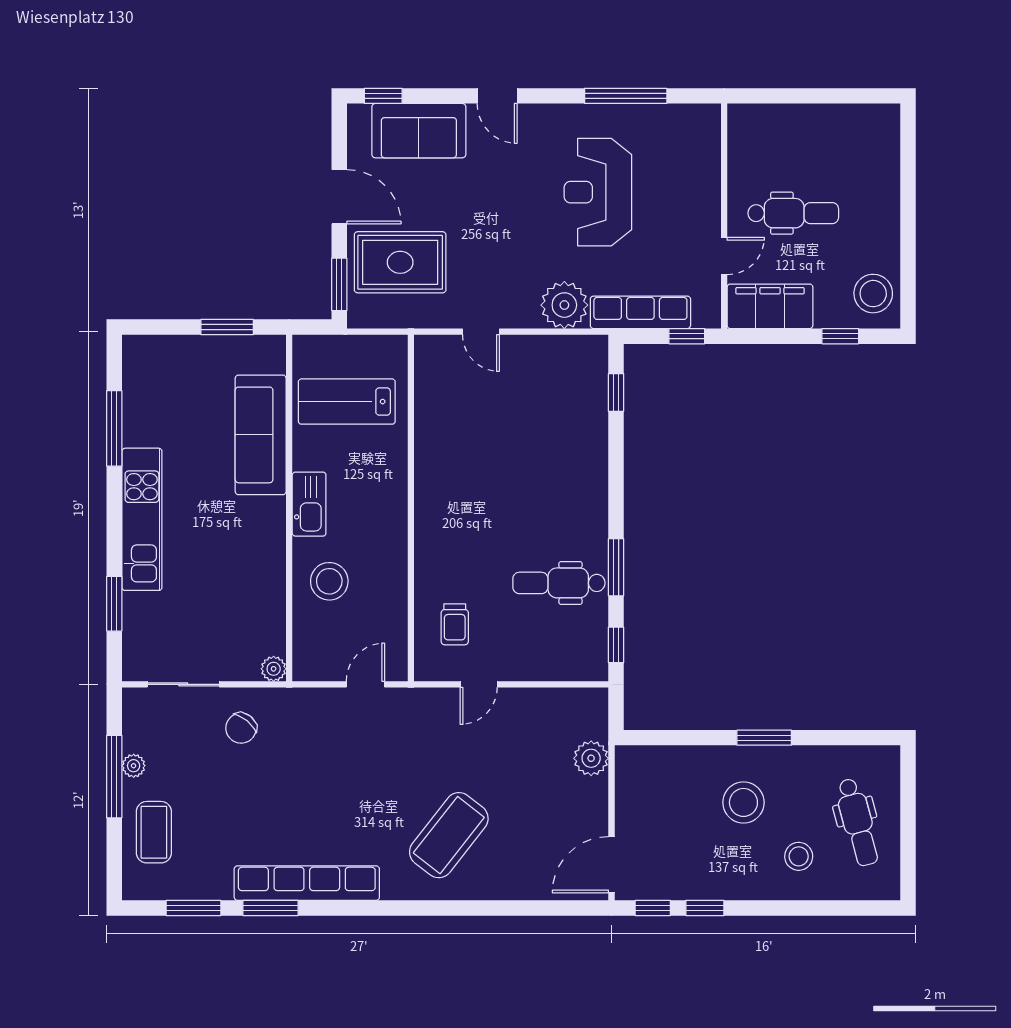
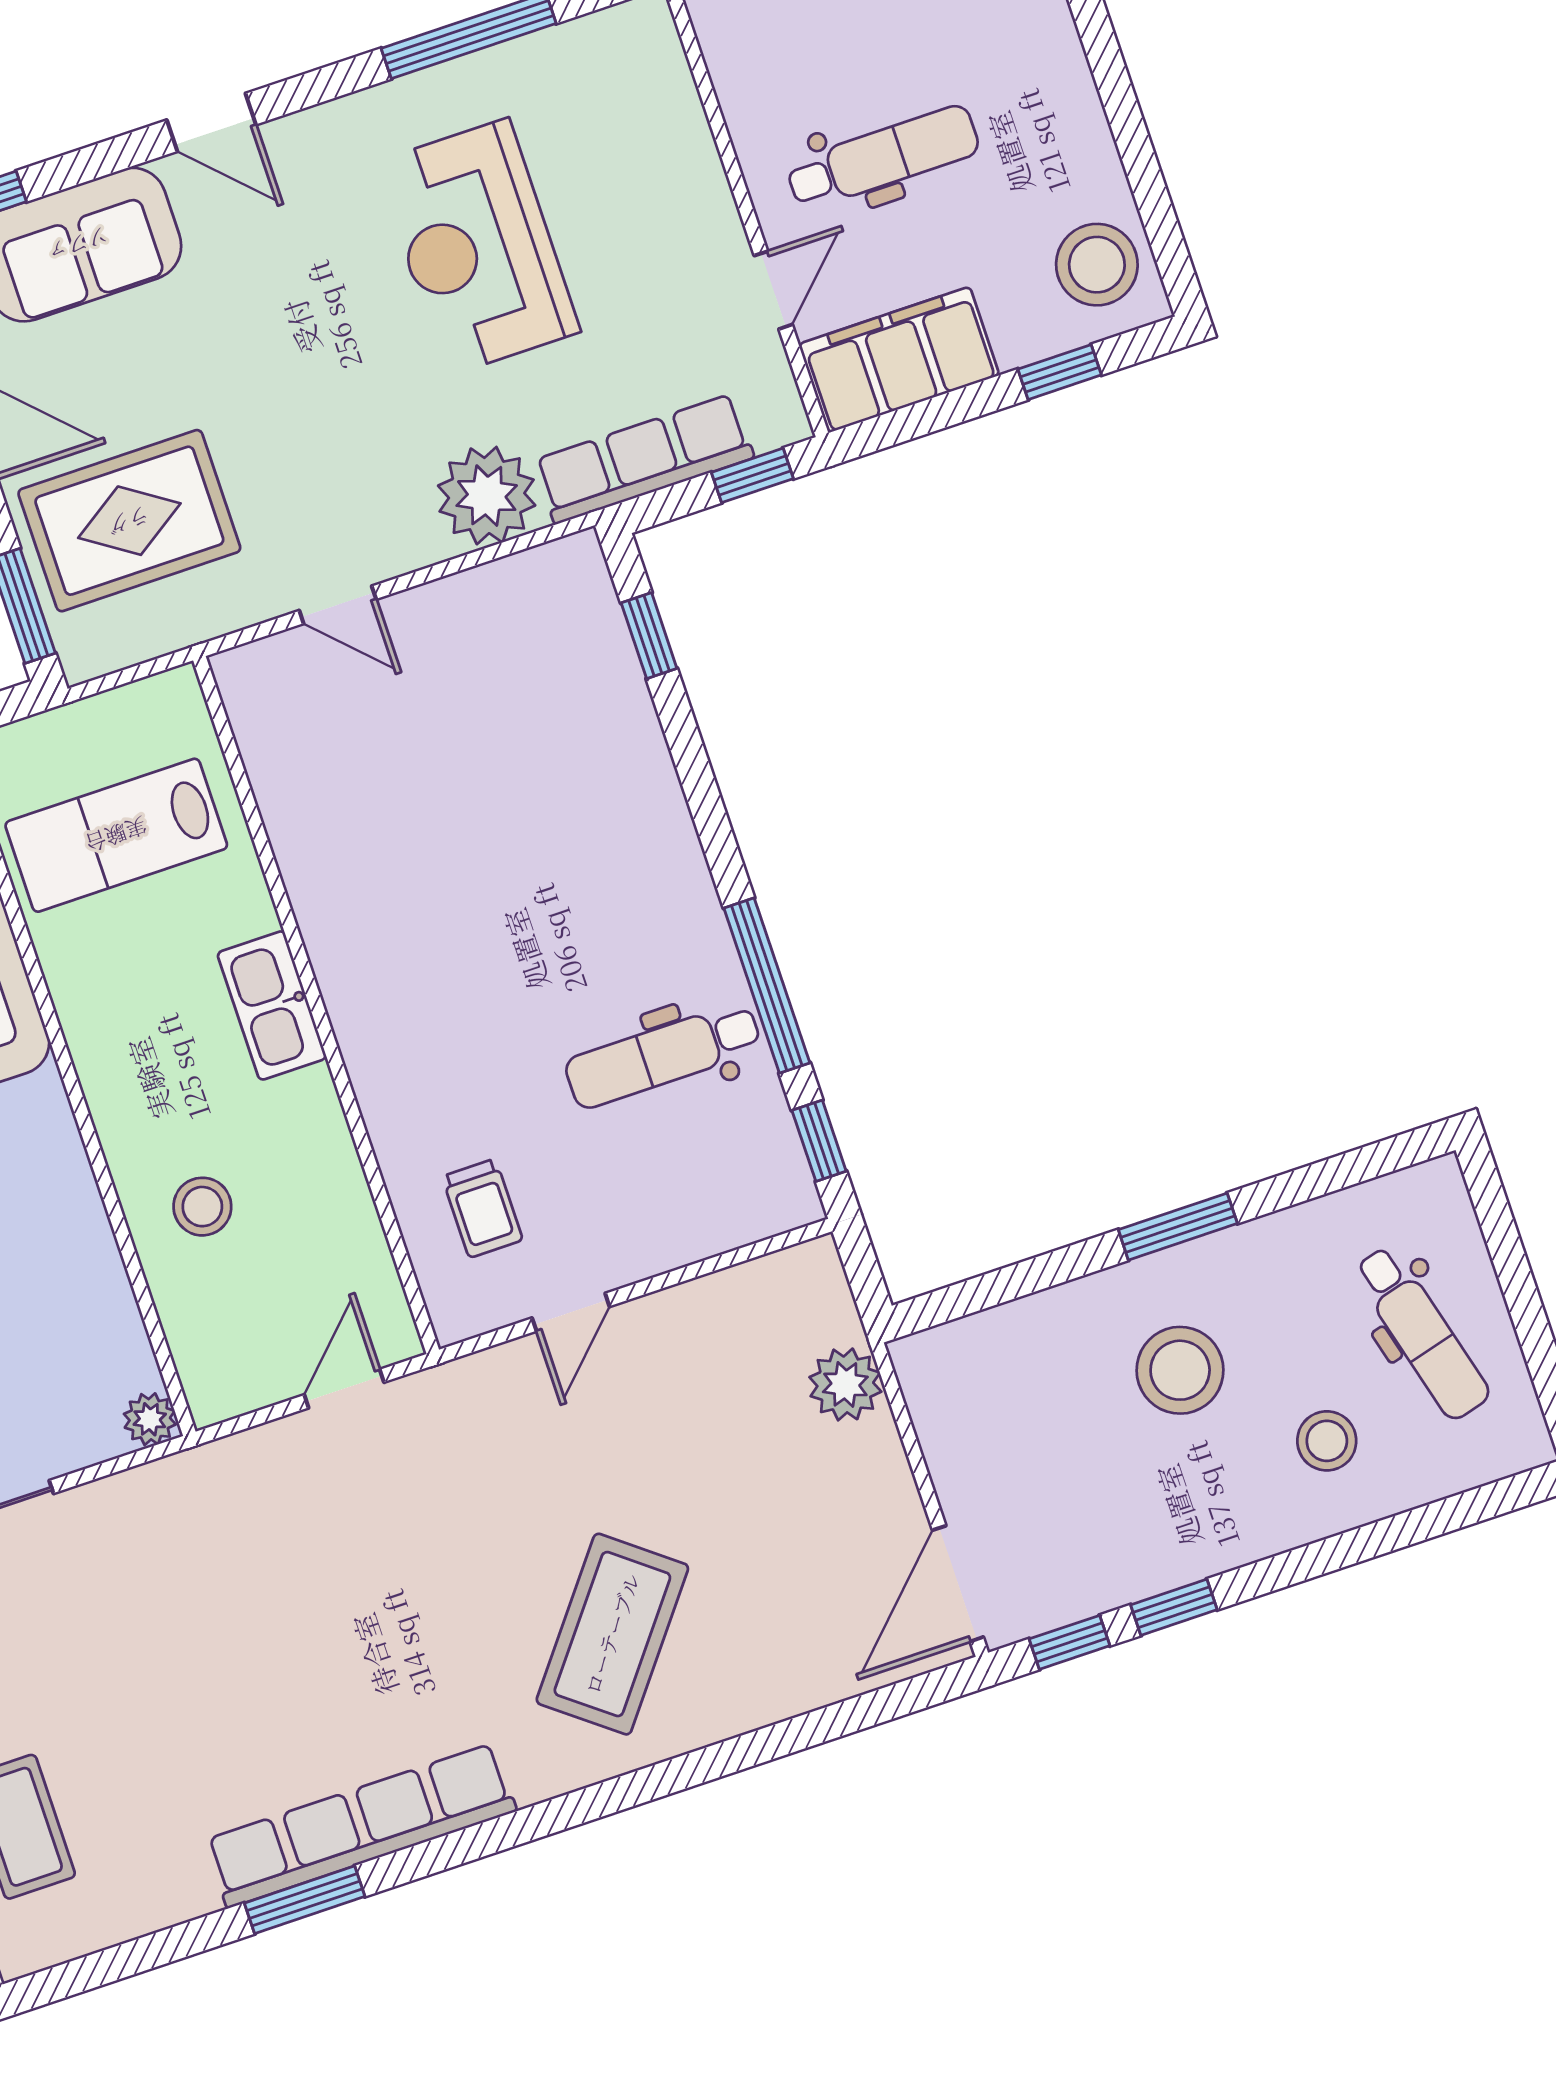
kitchen sink: (309, 504) -> (272, 1005), moved, turned 180
window: (616, 567) -> (767, 985), width x1.44
stool: (329, 581) -> (202, 1207), width x0.73, depth x0.73
chair: (241, 728) -> (125, 1560), removed
window: (194, 908) -> (151, 1952), removed

